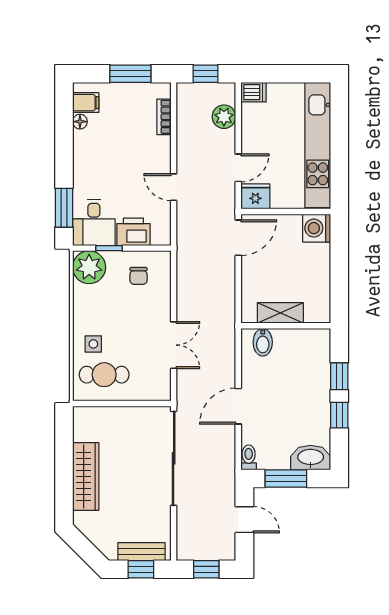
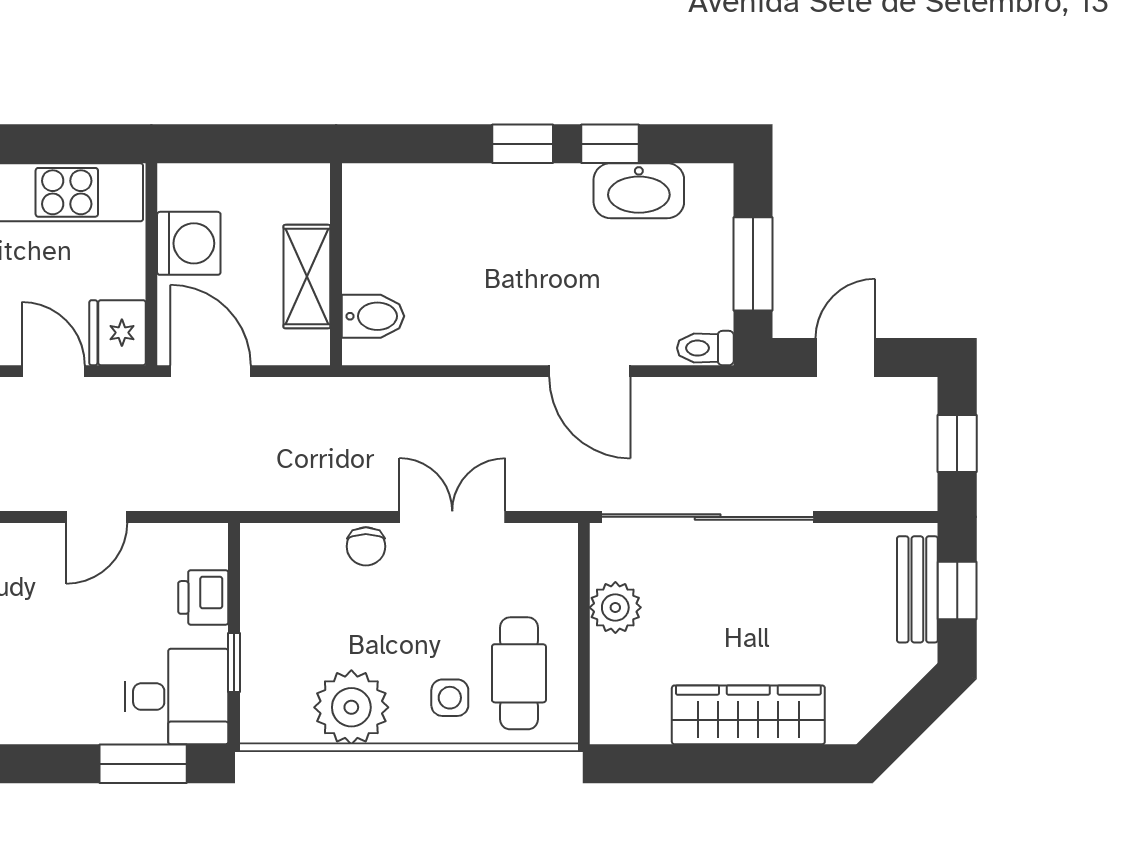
washing machine: (317, 228) -> (189, 243), moved, turned -90
printer: (133, 232) -> (203, 597), width x0.73, depth x0.81
plant: (89, 267) -> (351, 707), moved
chair: (139, 276) -> (366, 546), moved, turned 90
shelving: (280, 313) -> (307, 277), moved
wall: (286, 326) -> (336, 264), moved
bidet: (263, 342) -> (373, 316), moved
plant: (133, 417) -> (615, 607), added
washbasin: (311, 458) -> (639, 191), moved, turned -90

